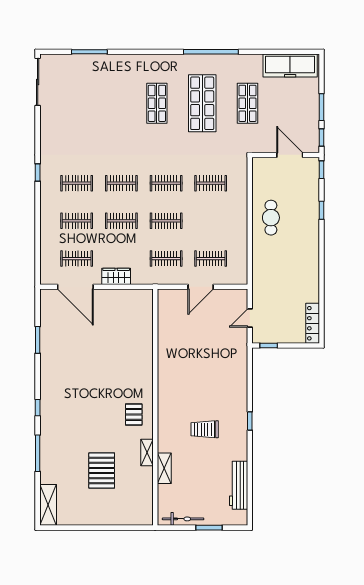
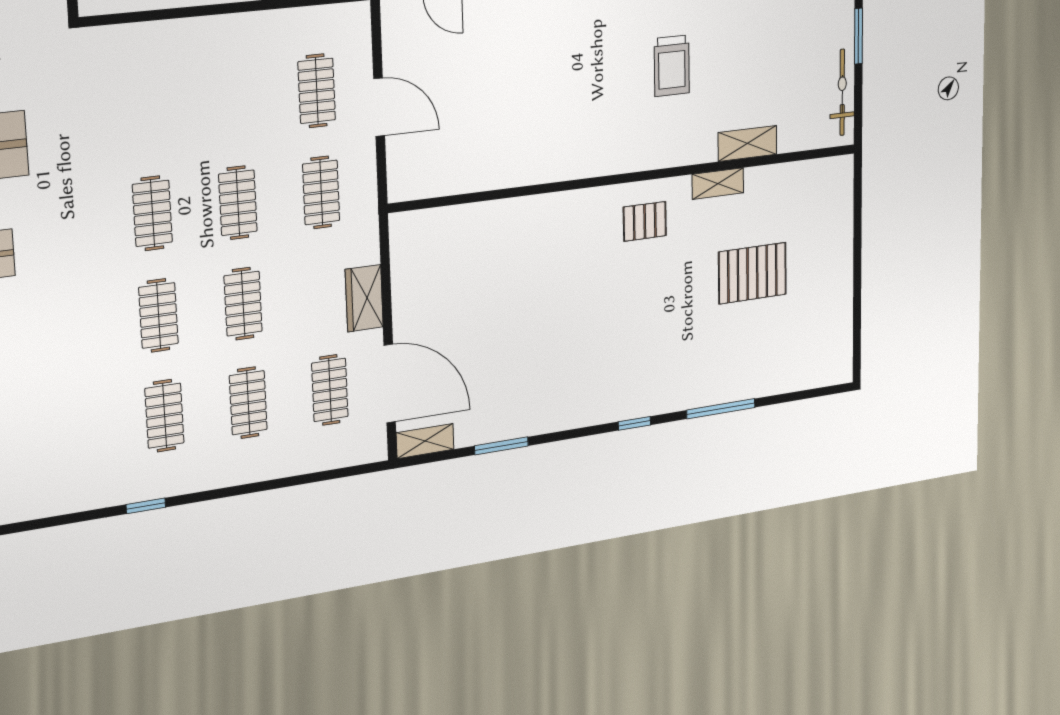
clothes rail: (211, 183) -> (146, 109), removed
door: (75, 287) -> (390, 383), hinge flipped
shelving: (48, 505) -> (425, 441), moved, width x0.67, depth x0.75

